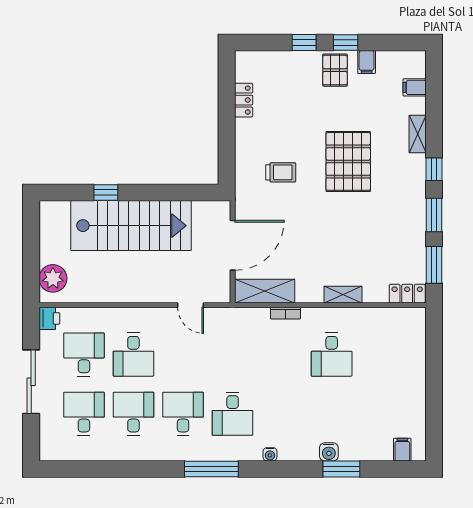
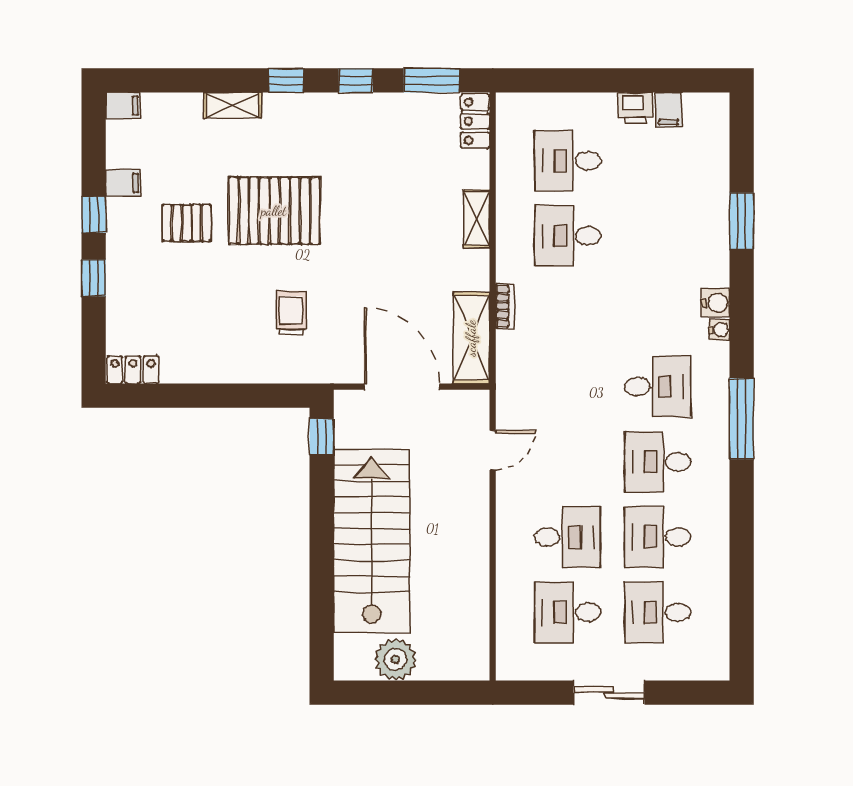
pallet: (335, 70) -> (187, 223), moved
filing cabinet: (415, 87) -> (123, 106), moved, turned -90
locker: (244, 100) -> (133, 370), moved
window: (106, 193) -> (322, 437), moved
window: (434, 215) -> (356, 80), width x0.67
plant: (53, 278) -> (395, 659), moved
printer: (49, 318) -> (636, 108), moved, turned 180
desk: (332, 355) -> (568, 236), turned 180
desk: (381, 355) -> (568, 161), added
sliding door: (31, 382) -> (609, 693), width x0.73
filing cabinet: (402, 450) -> (668, 110), moved, turned -90
water cooler: (329, 452) -> (716, 303), moved

